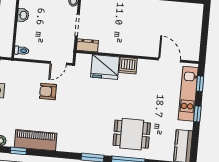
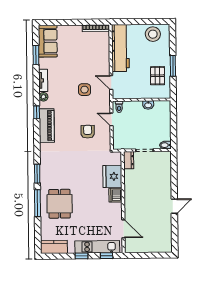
door: (170, 60) -> (123, 229), hinge flipped
door: (58, 63) -> (111, 119), moved

